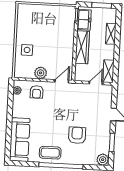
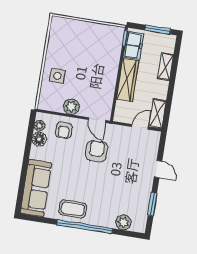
door: (62, 81) -> (97, 120), swing flipped
floor lamp: (18, 101) -> (39, 139), added
armchair: (77, 135) -> (97, 151), moved
plant: (103, 160) -> (123, 222), moved

